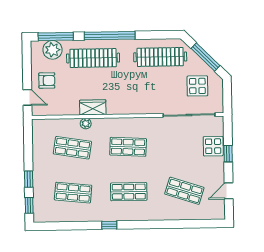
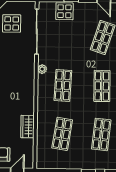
wardrobe: (93, 107) -> (27, 127), moved
plant: (86, 124) -> (42, 69), moved

